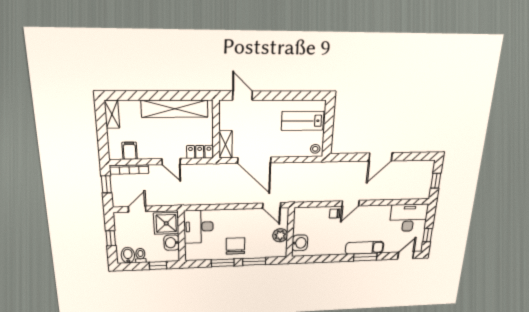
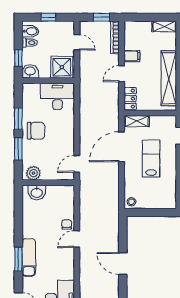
lab bench: (303, 121) -> (151, 158), moved
filing cabinet: (130, 151) -> (132, 56), moved
door: (350, 203) -> (77, 239), hinge flipped
plant: (280, 235) -> (33, 173), moved
washbasin: (172, 243) -> (30, 71), moved

